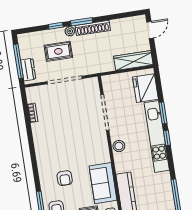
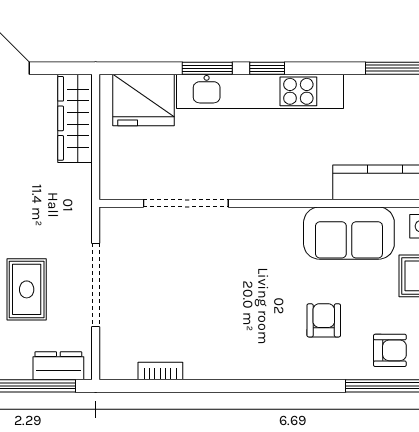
stool: (119, 146) -> (269, 183), removed
armchair: (65, 178) -> (324, 320), turned -90

